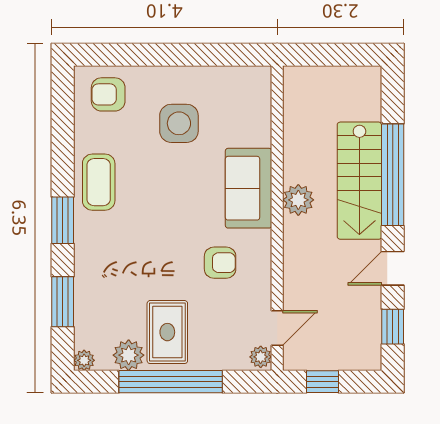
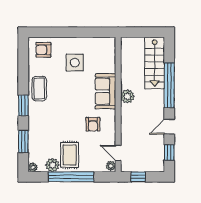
stairs: (359, 181) -> (155, 63), moved
armchair: (220, 263) -> (93, 124), turned 90
door: (277, 328) -> (118, 153), swing flipped

